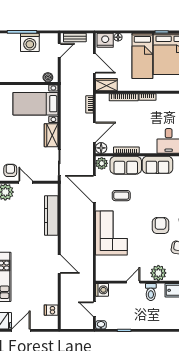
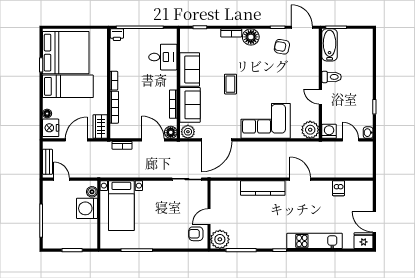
washing machine: (30, 42) -> (87, 208), moved, turned 180
wardrobe: (51, 135) -> (156, 188), removed
coffee table: (121, 196) -> (230, 84), moved
kitchen counter: (51, 216) -> (263, 188), moved
armchair: (161, 226) -> (257, 66), removed
door: (59, 264) -> (300, 179), hinge flipped
plant: (158, 273) -> (310, 130), moved
door: (94, 309) -> (351, 140), swing flipped
dishwasher: (51, 310) -> (339, 188), moved

